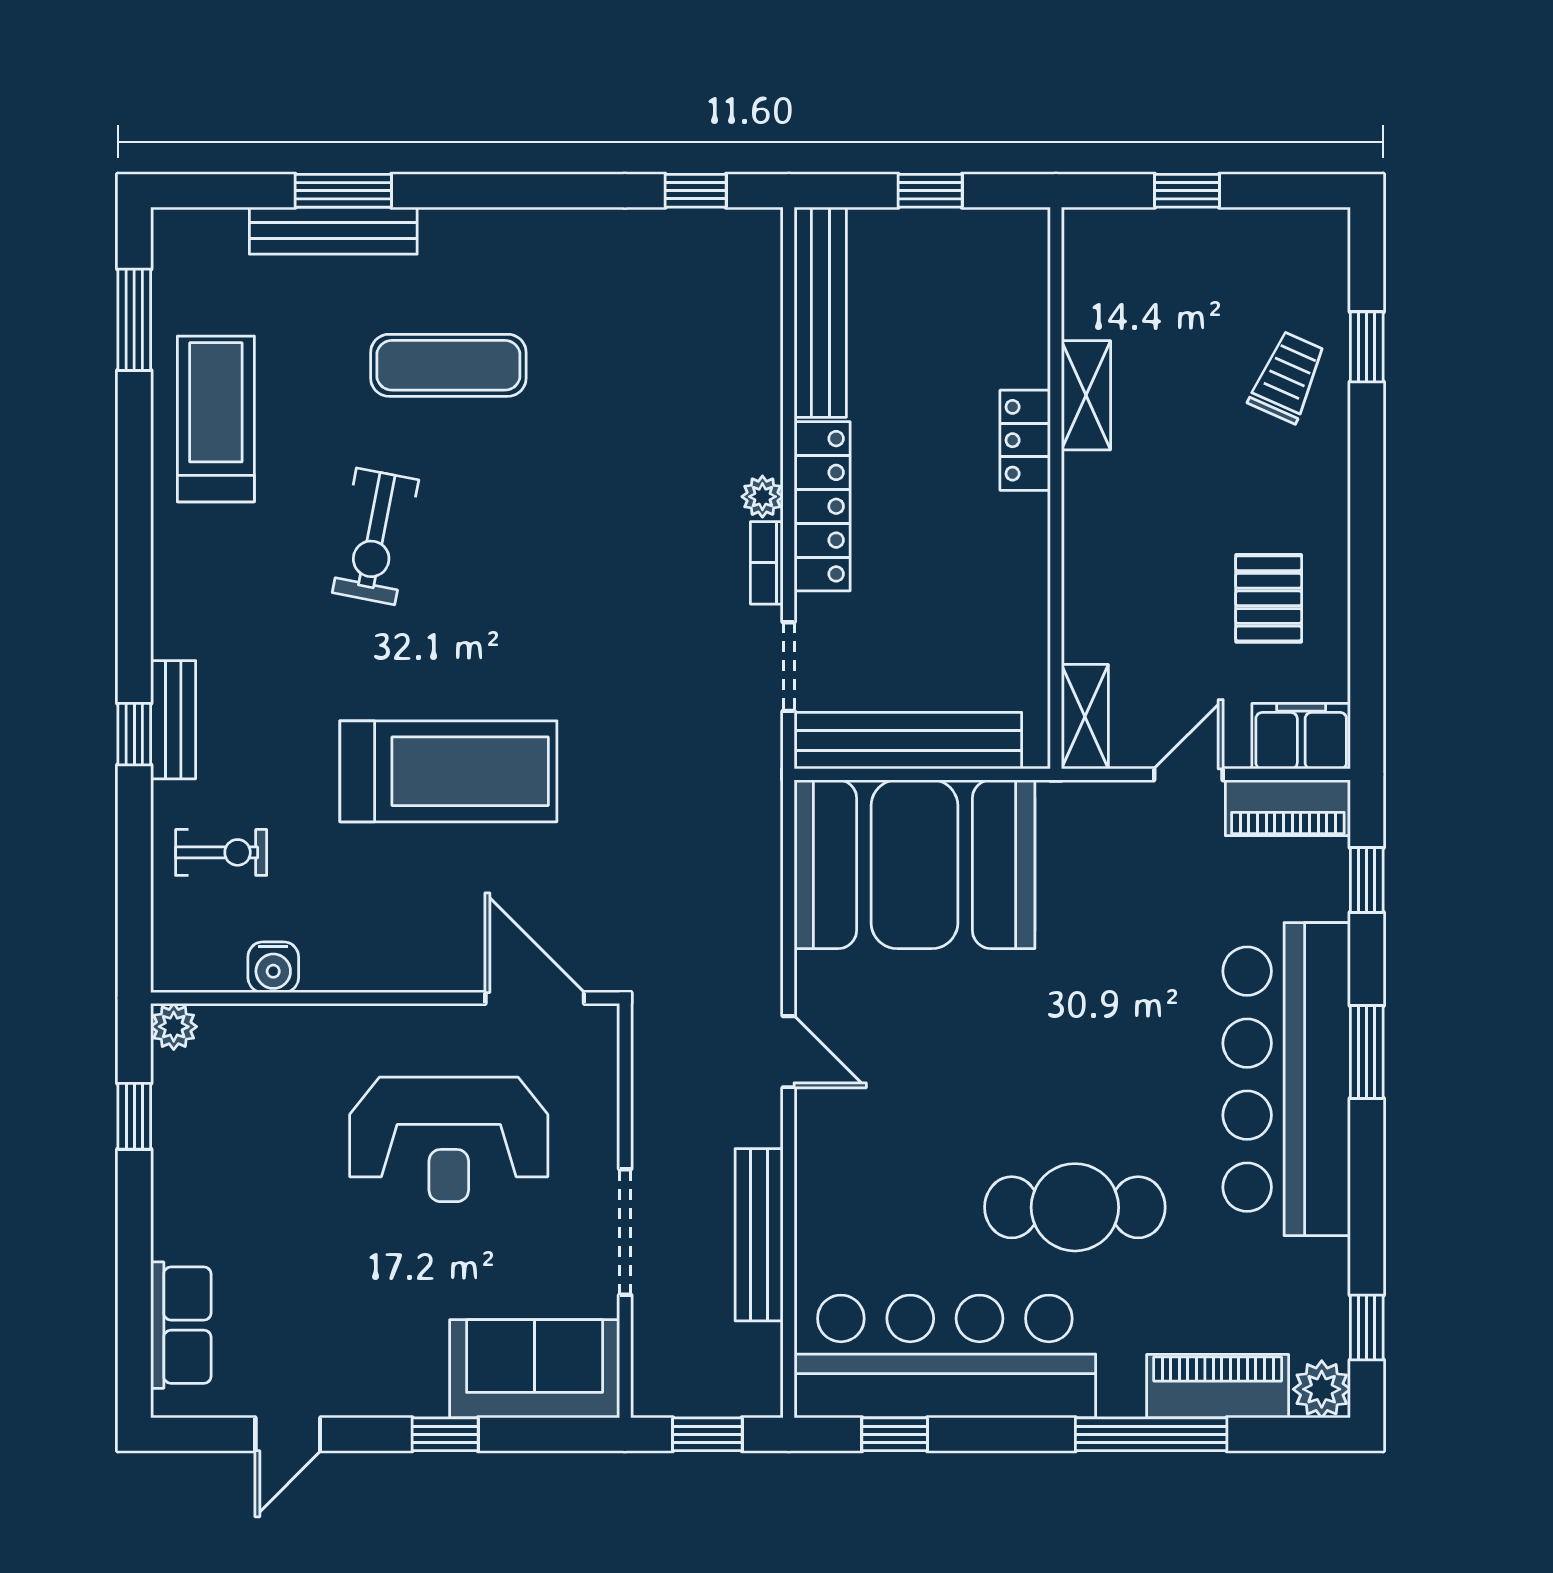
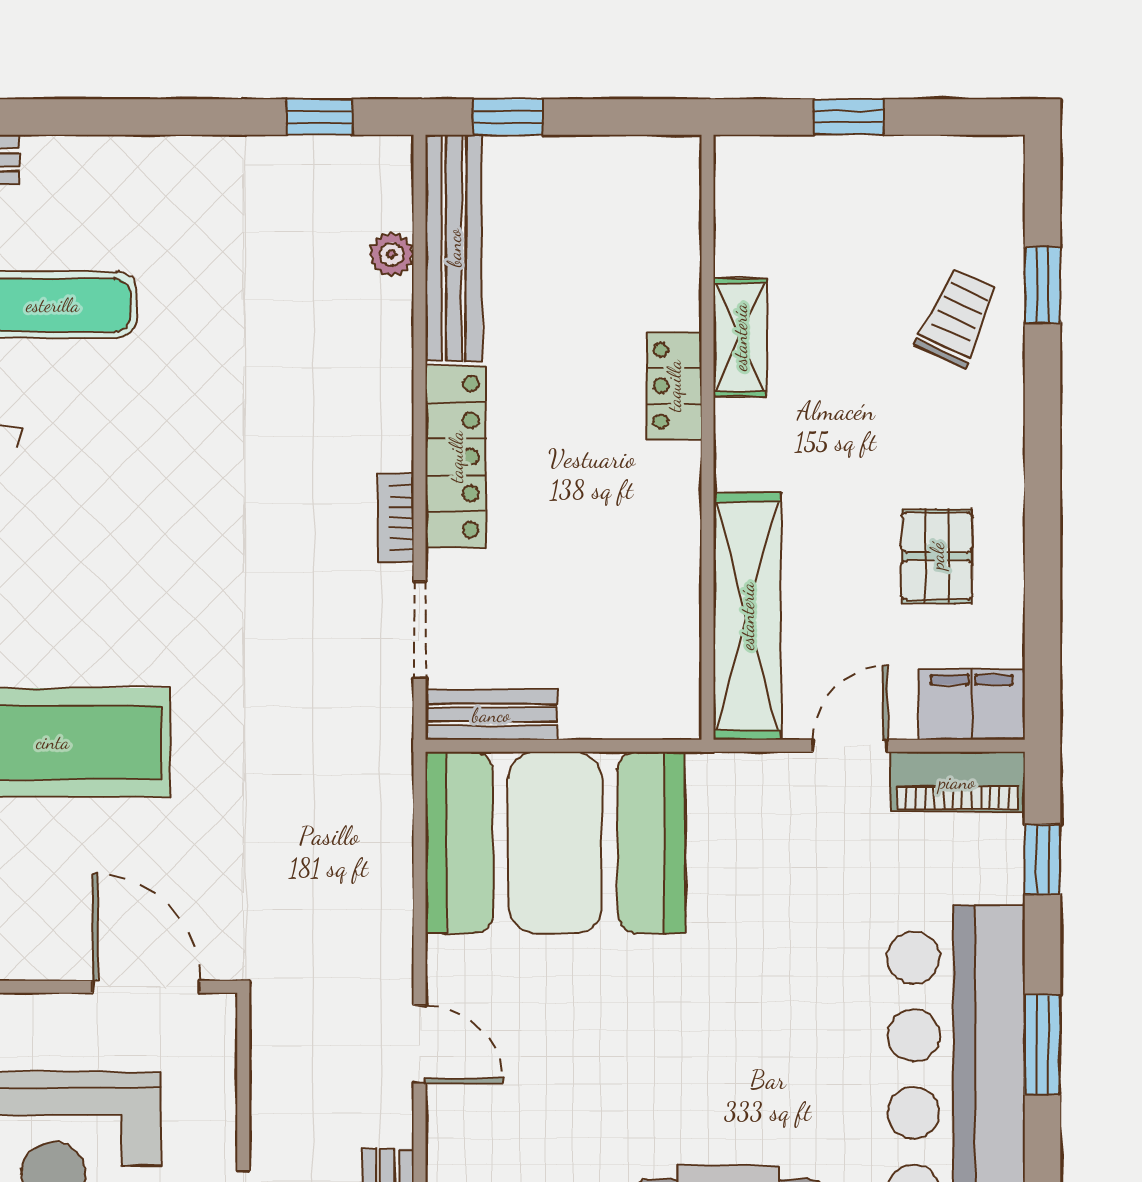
window: (930, 191) -> (508, 117), moved
plant: (762, 497) -> (391, 254), moved
shelving: (1085, 717) -> (747, 616), width x2.20, depth x1.33
bench: (908, 741) -> (491, 715), width x0.54, depth x0.82

